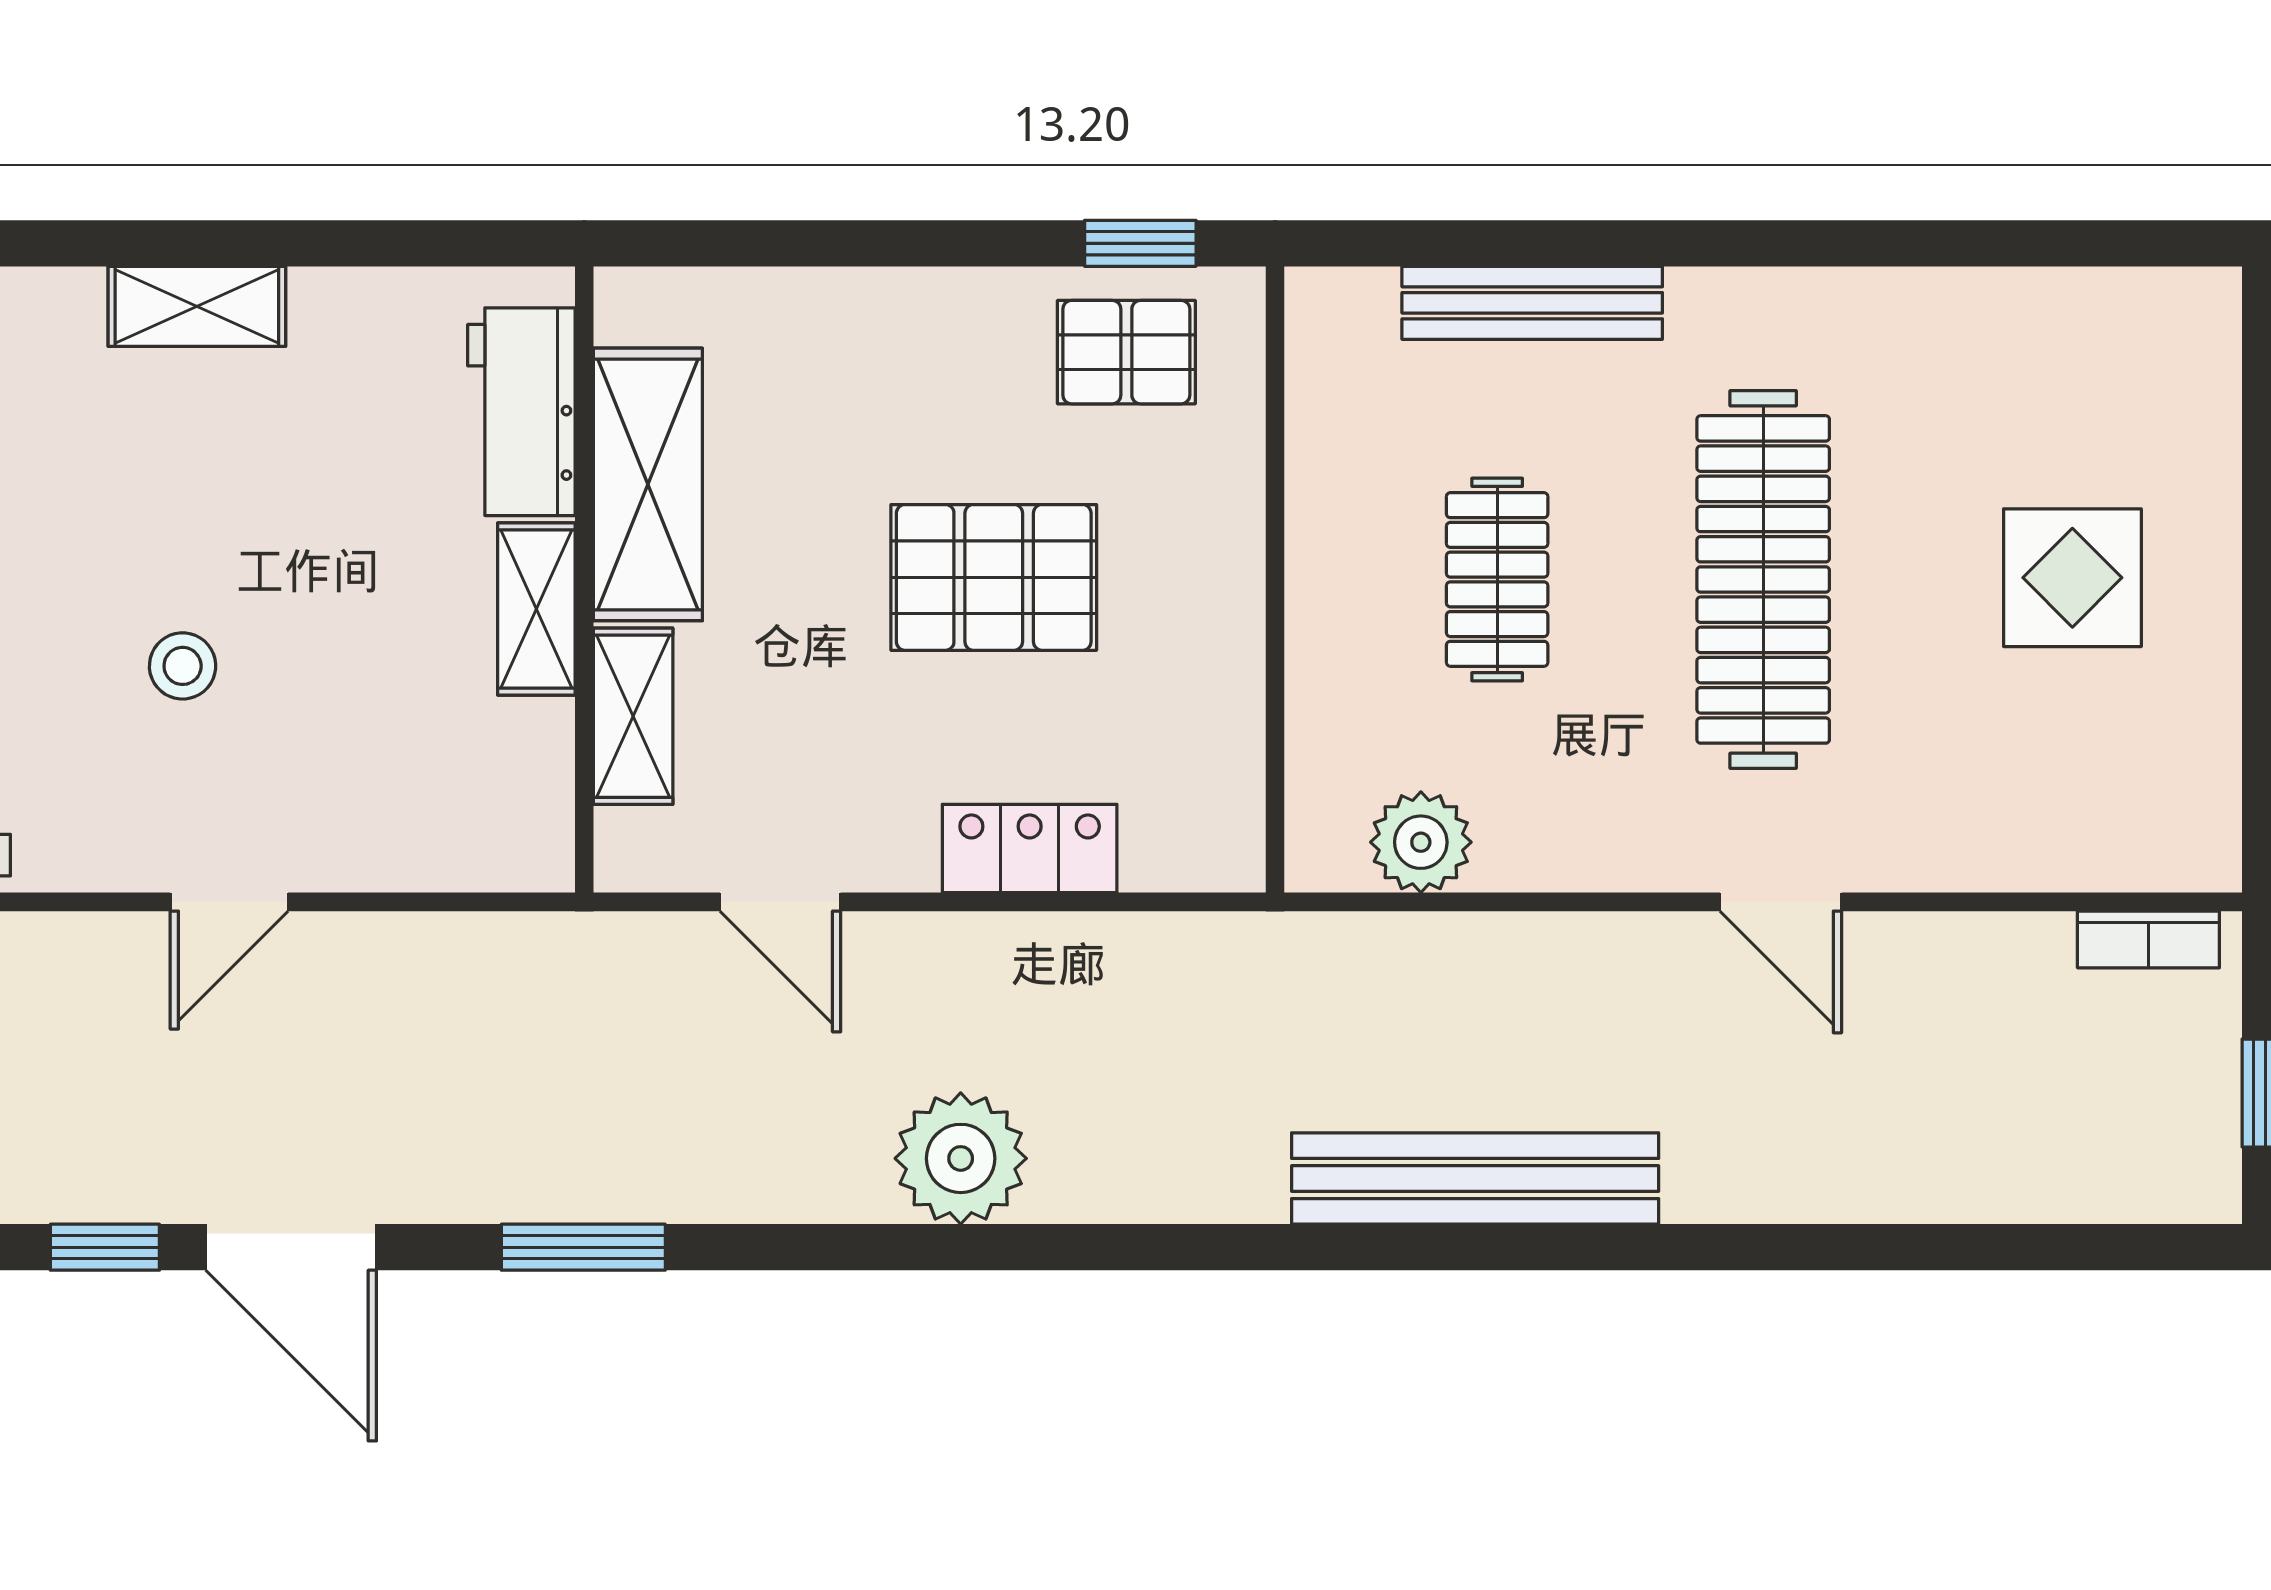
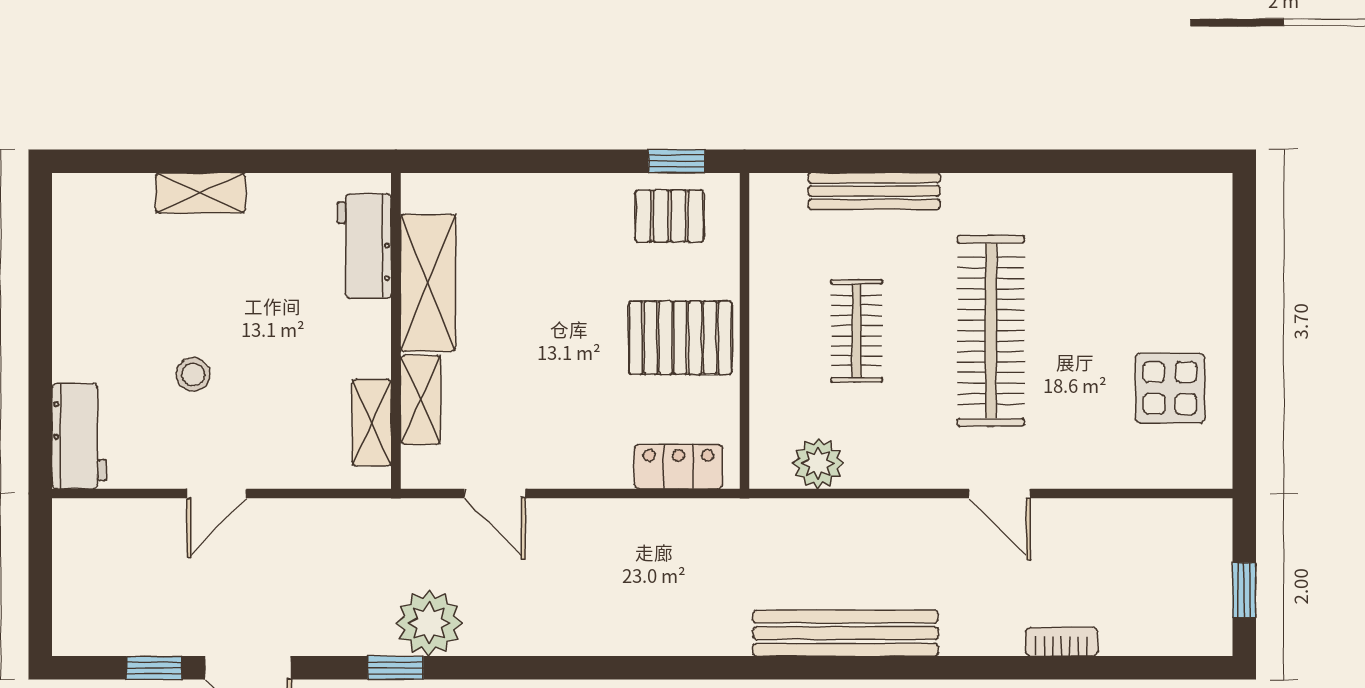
pallet: (994, 577) -> (680, 338), moved
display table: (2072, 578) -> (1170, 388), moved
shelving: (536, 609) -> (372, 423), moved
locker: (1030, 848) -> (678, 467), moved
bookcase: (2148, 939) -> (1061, 642), moved, turned 180
plant: (961, 1158) -> (429, 623), moved
window: (583, 1247) -> (395, 668), width x0.67

